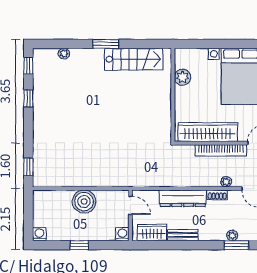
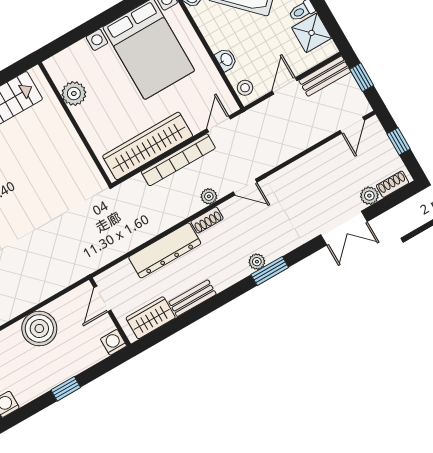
door: (130, 205) -> (102, 299), swing flipped

